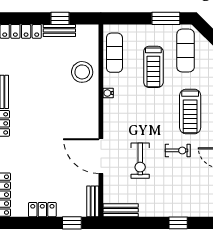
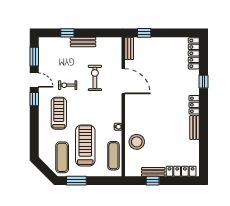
treadmill: (153, 67) -> (85, 146), width x1.37, depth x1.38
locker: (42, 210) -> (165, 42), removed
bench: (121, 210) -> (83, 42), moved

